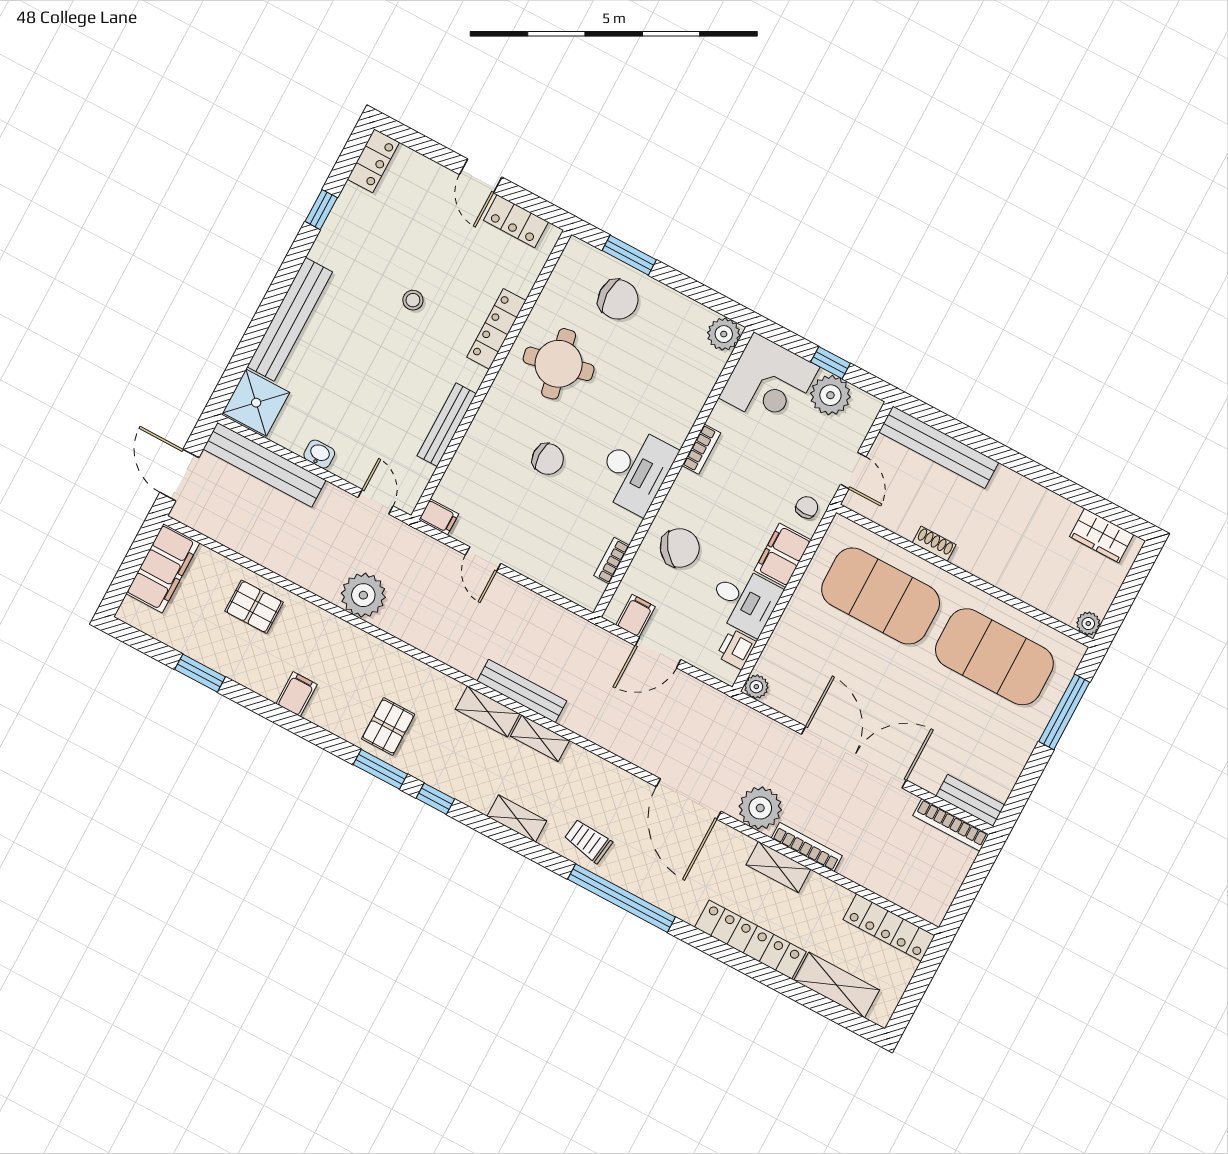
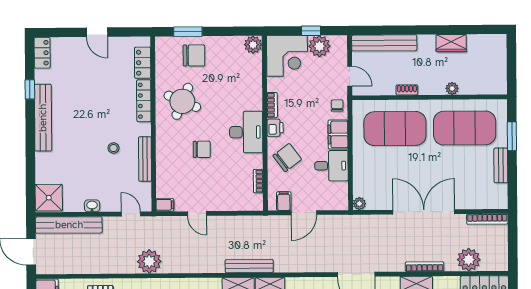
locker: (516, 221) -> (143, 63), moved, turned 90
stool: (413, 300) -> (113, 148), moved
bench: (290, 319) -> (43, 118), moved
round table: (559, 364) -> (182, 101), turned 35
wardrobe: (1102, 536) -> (451, 43), moved
plant: (1088, 624) -> (452, 88), moved
printer: (736, 649) -> (275, 128), moved, turned 180
window: (1064, 712) -> (512, 136), width x0.69
bench: (970, 800) -> (501, 165), moved, turned 90
plant: (760, 808) -> (469, 260), moved

